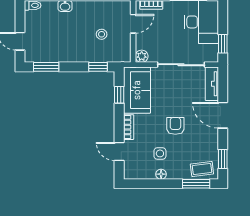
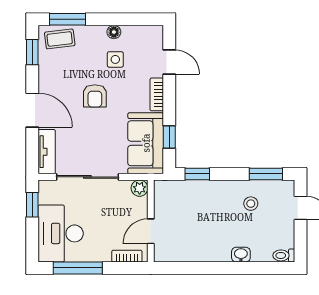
stool: (102, 34) -> (251, 204), moved

